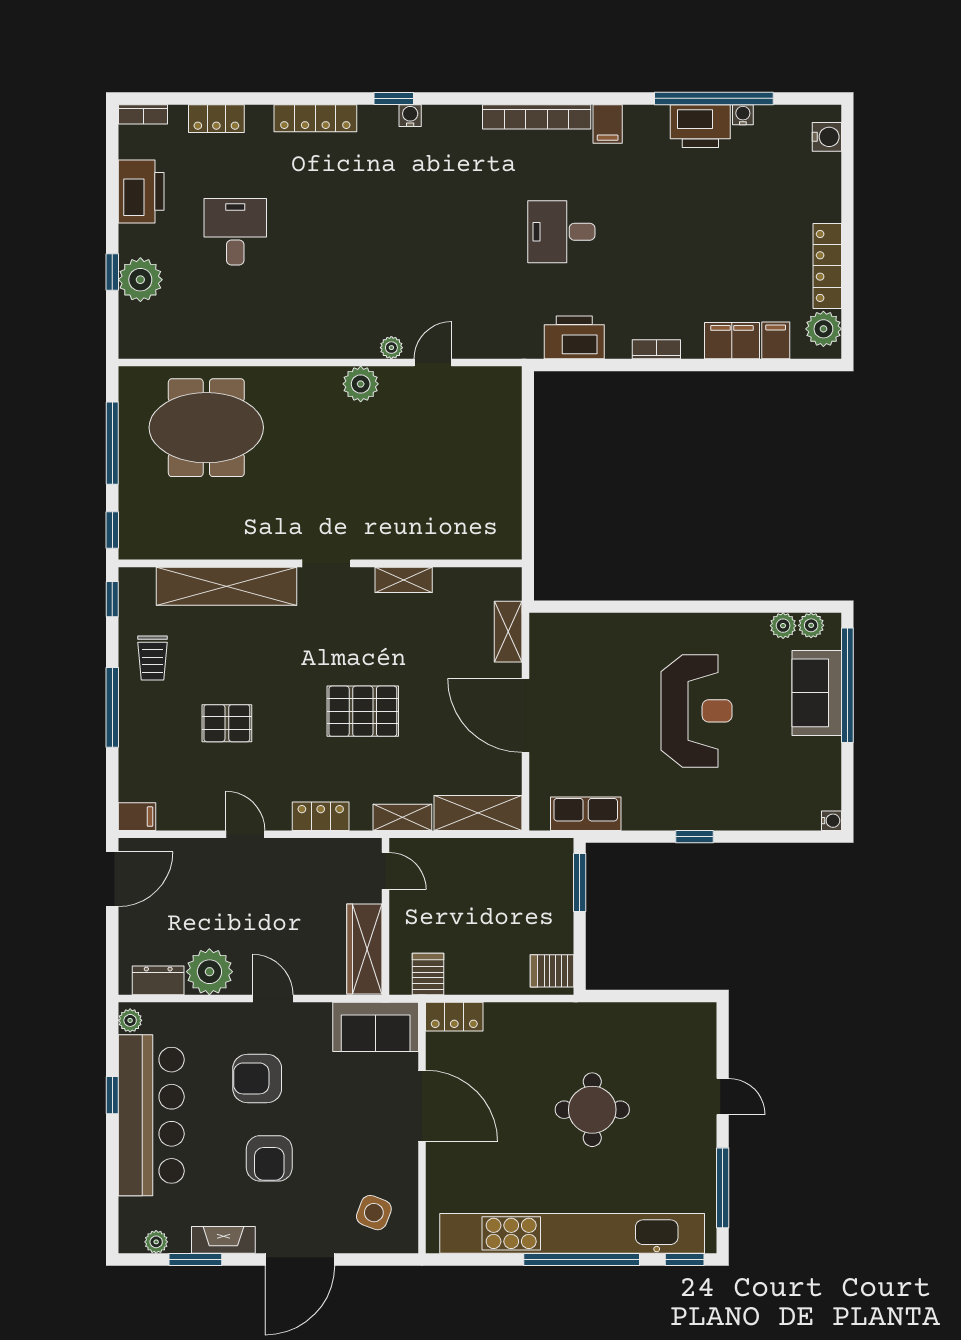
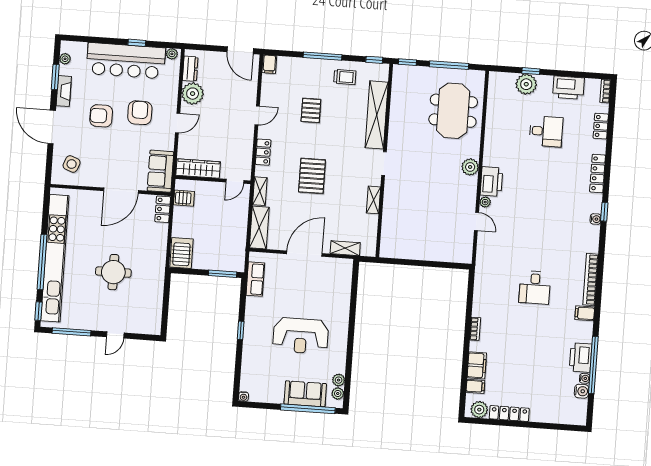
water cooler: (827, 137) -> (582, 391), moved, turned -90
desk: (561, 232) -> (535, 287), turned 180
printer: (574, 337) -> (491, 182), moved
plant: (361, 384) -> (470, 167), moved
trolley: (152, 658) -> (345, 77), turned 180
server rack: (552, 971) -> (181, 253), width x1.36, depth x1.44

